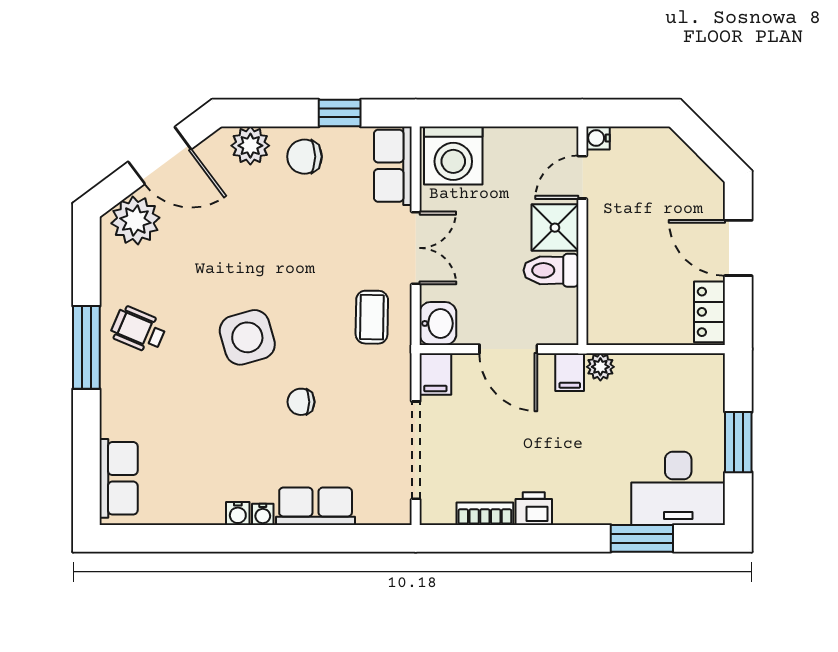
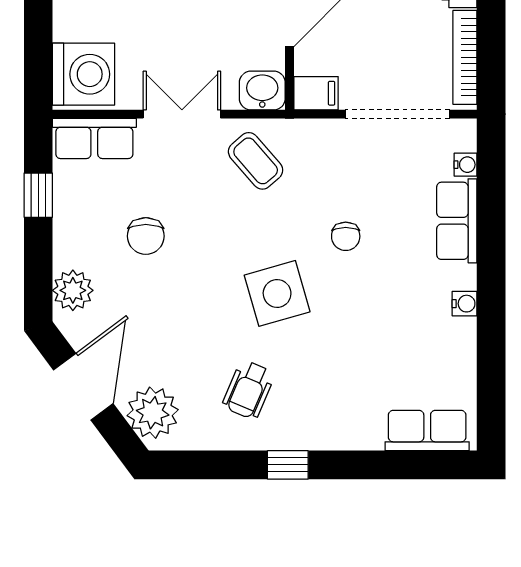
chair: (304, 157) -> (146, 236), moved
coffee table: (372, 317) -> (256, 161), turned 48
wheelchair: (138, 330) -> (249, 390), moved
window: (86, 347) -> (288, 465), width x0.46
water cooler: (263, 514) -> (466, 165), moved
bookcase: (485, 514) -> (465, 57), width x1.56

